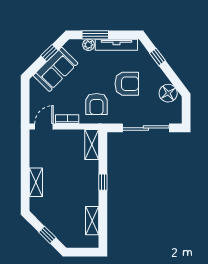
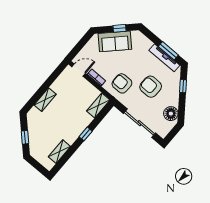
window: (95, 35) -> (168, 51), moved
plant: (89, 45) -> (147, 43), removed
armchair: (127, 84) -> (151, 87), turned 180
armchair: (97, 104) -> (122, 83), turned 90

